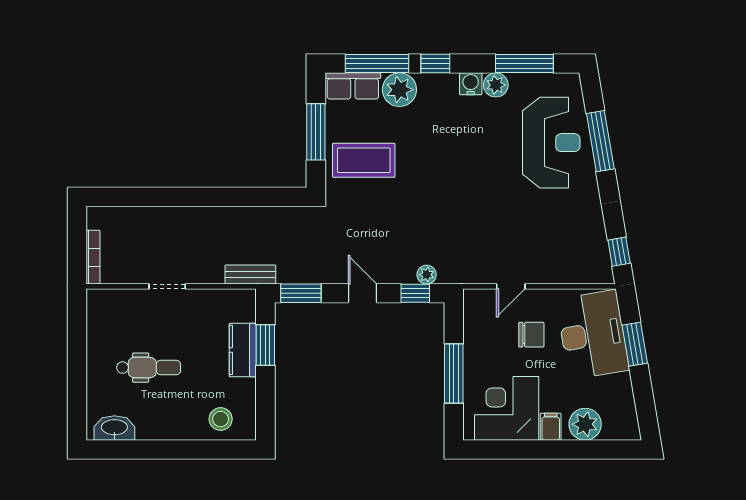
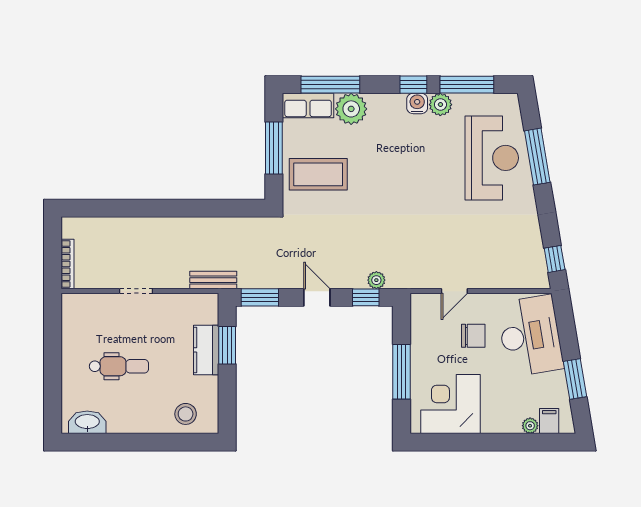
window: (435, 64) -> (413, 85), moved
window: (635, 344) -> (575, 379), moved
plant: (585, 424) -> (530, 426), width x0.53, depth x0.53
filing cabinet: (551, 427) -> (549, 421), moved

